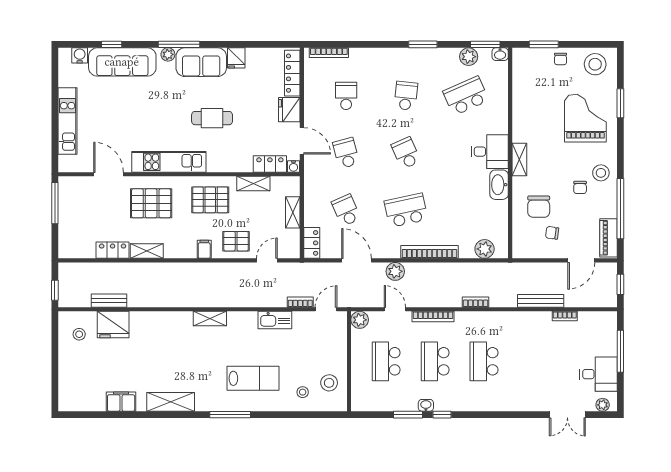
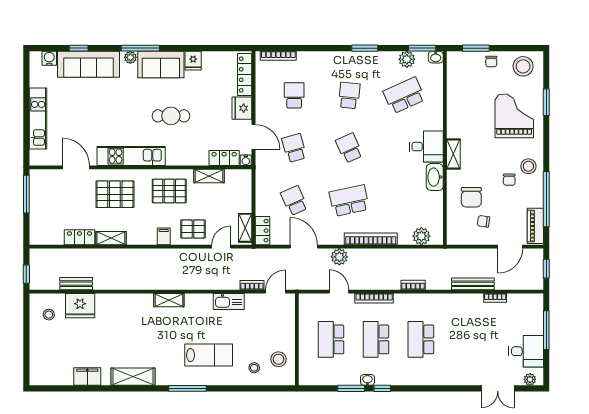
shelving: (293, 212) -> (245, 228), moved
plant: (360, 320) -> (307, 301), removed

